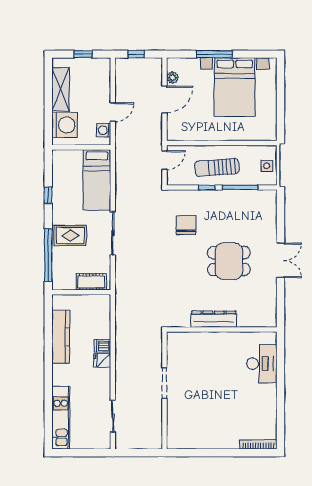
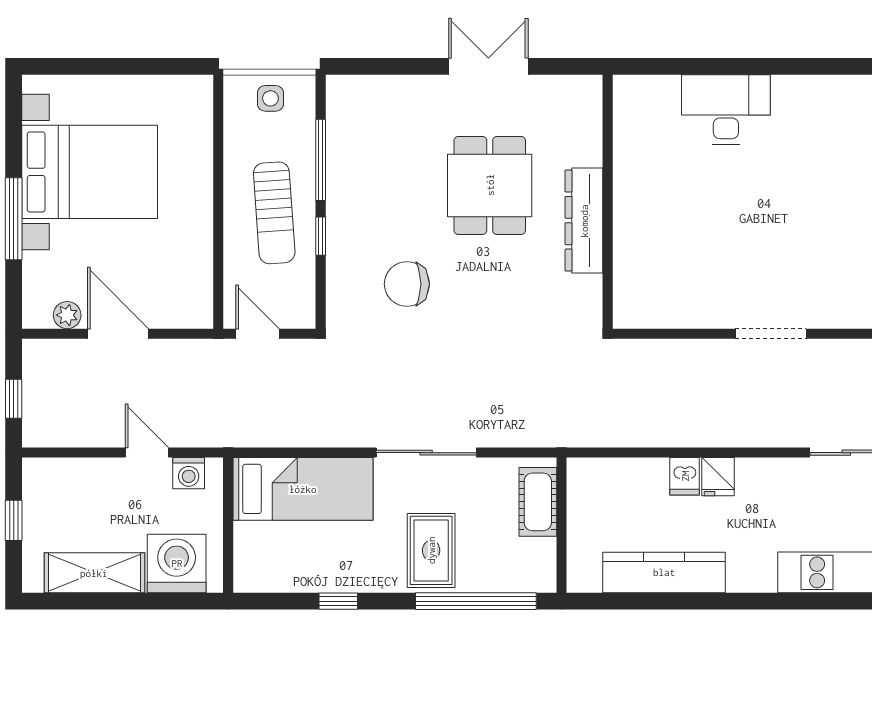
dresser: (214, 319) -> (584, 221), moved
wall: (222, 329) -> (608, 202), moved

